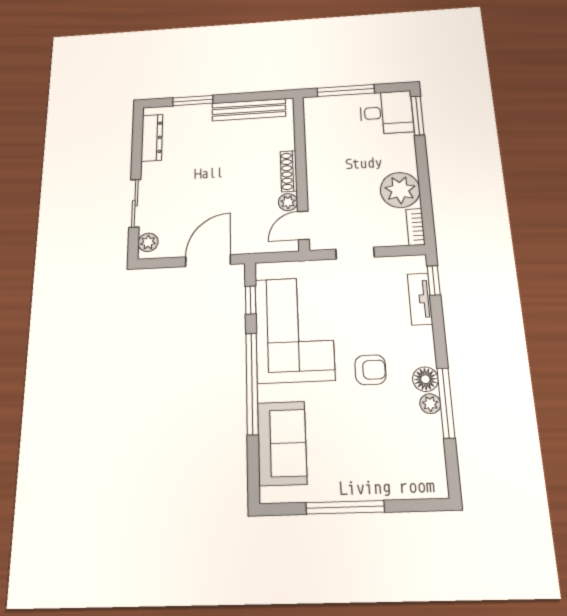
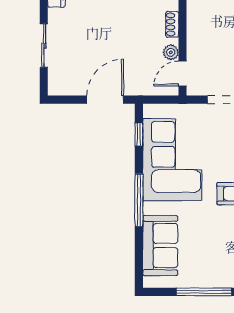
shoe rack: (289, 171) -> (172, 24), width x0.70
plant: (148, 242) -> (56, 81), removed
window: (252, 383) -> (139, 200), width x0.68

